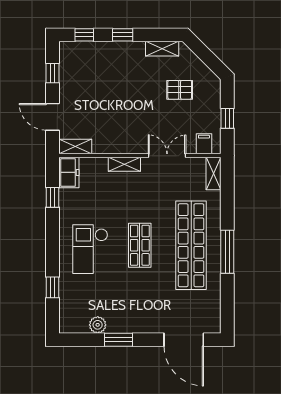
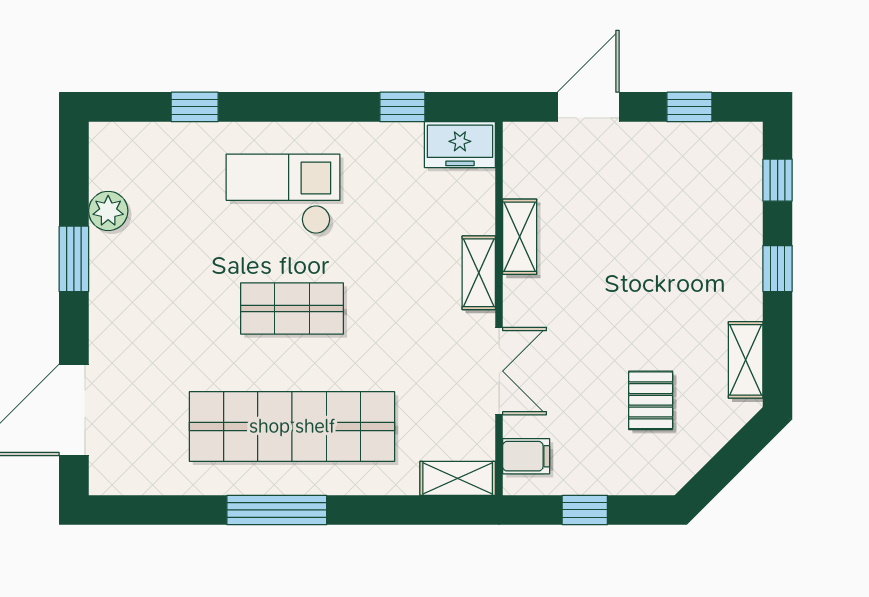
shelving: (75, 147) -> (520, 237), moved

